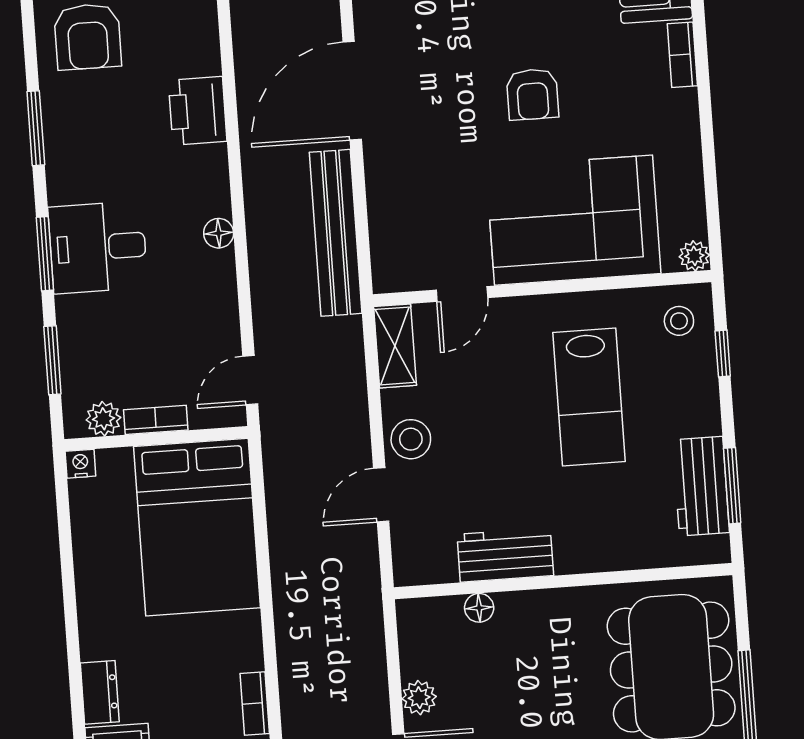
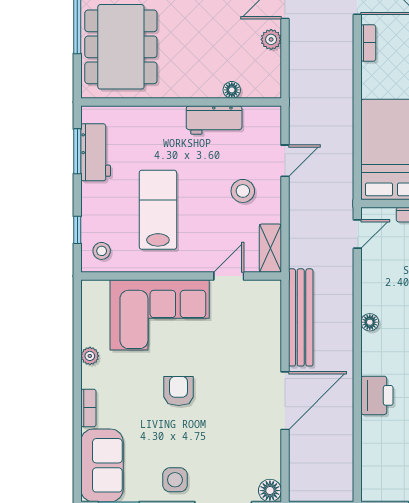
plant: (694, 256) -> (90, 356), moved
stool: (411, 439) -> (243, 191), moved

